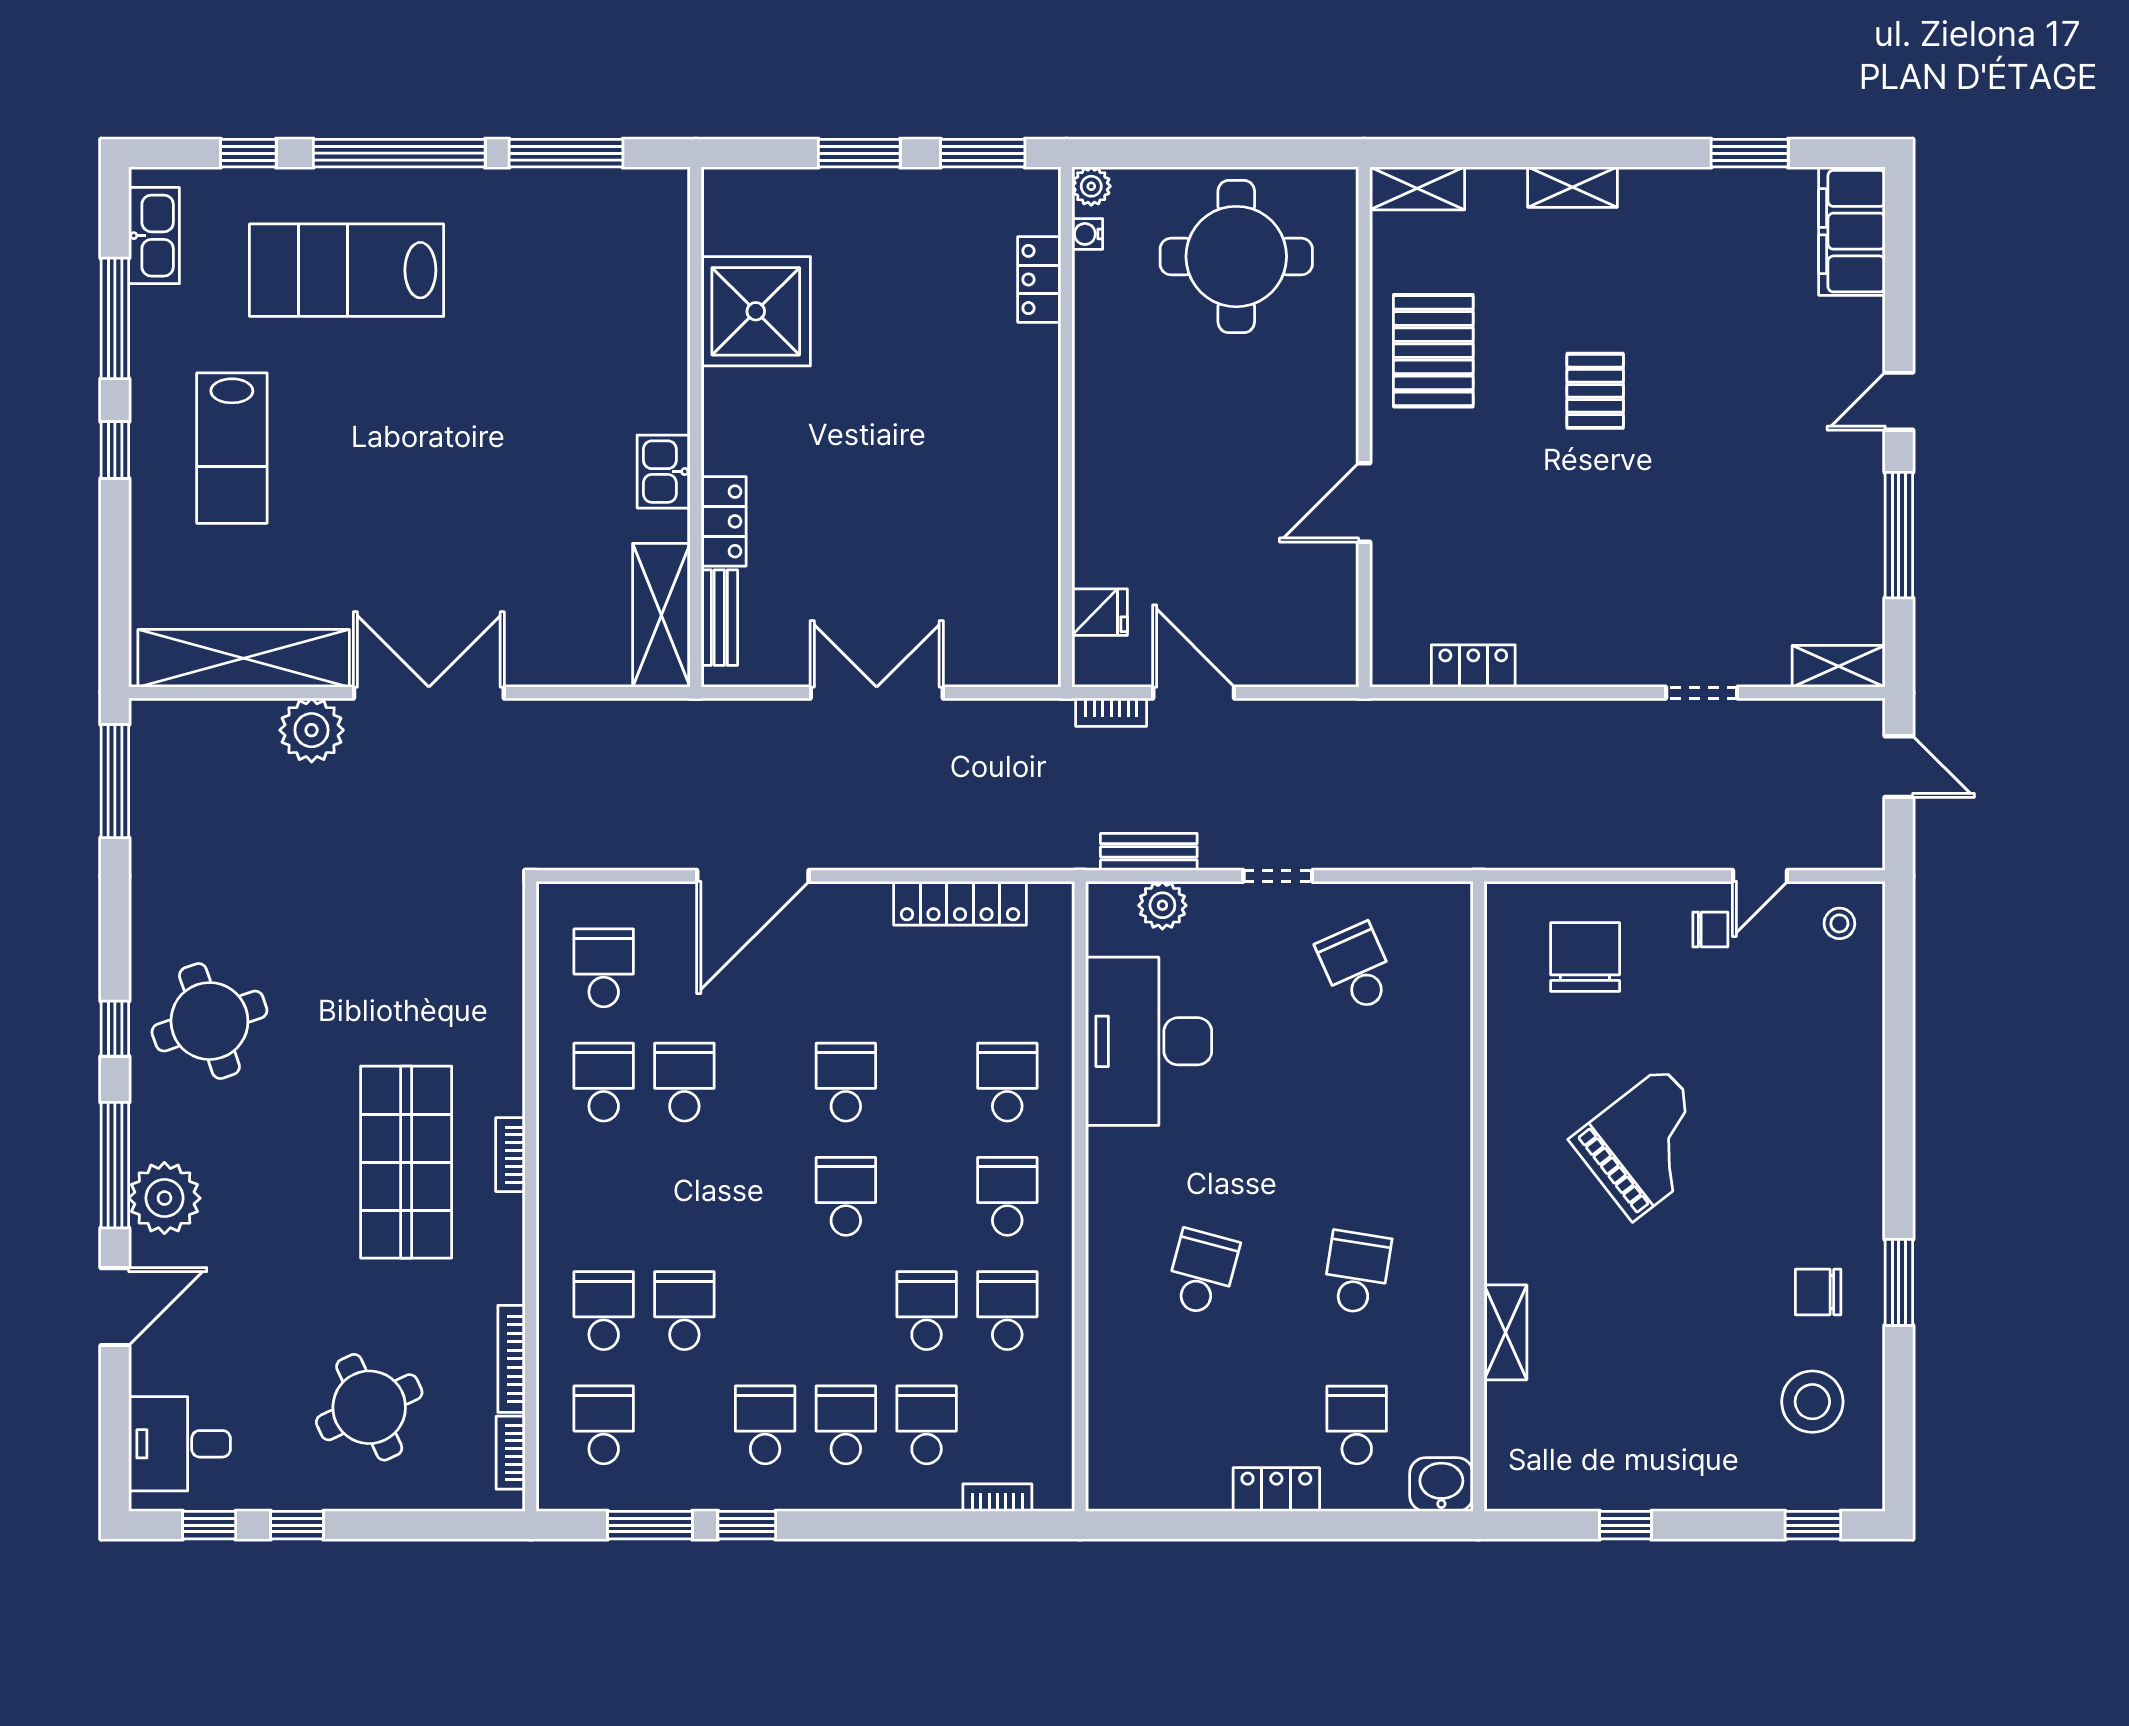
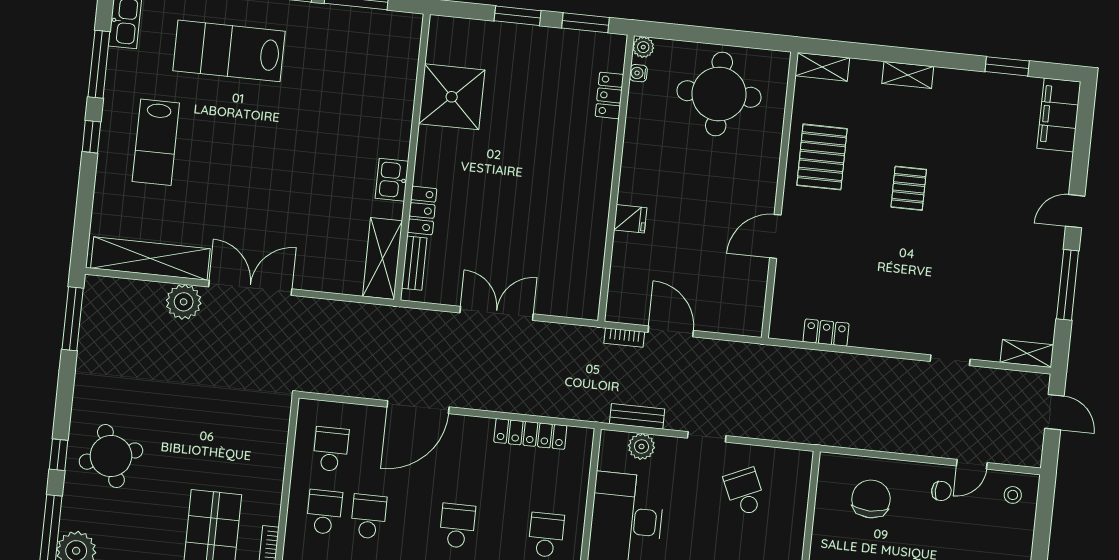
fridge: (1100, 612) -> (630, 219), moved

